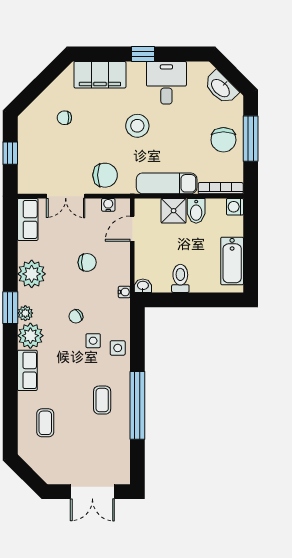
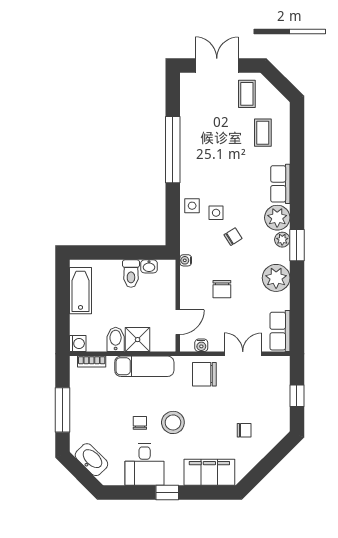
chair: (223, 140) -> (140, 423), moved, width x0.54, depth x0.54
bookcase: (221, 188) -> (92, 362), width x0.64
chair: (87, 262) -> (222, 289), turned -90
washbasin: (143, 286) -> (149, 266), moved
coffee table: (102, 400) -> (247, 94), moved

